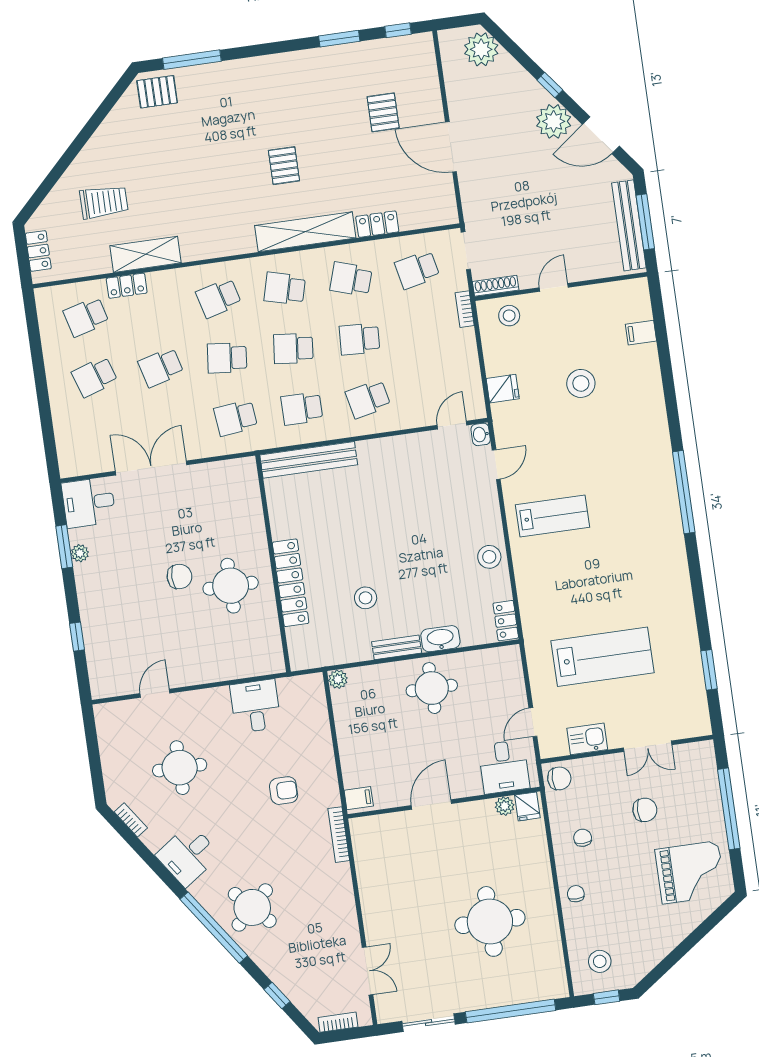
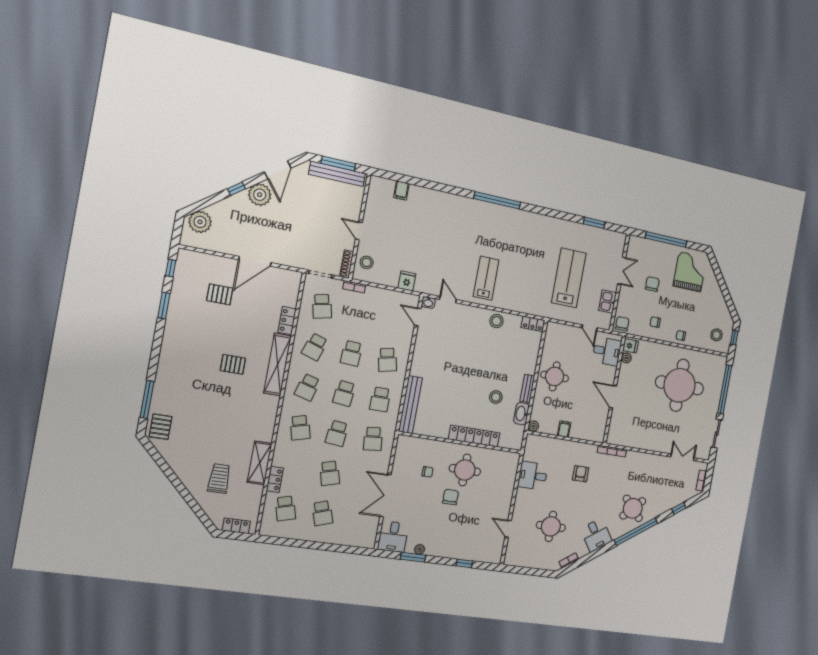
stool: (581, 383) -> (419, 235), removed
chair: (209, 524) -> (428, 472), added
washbasin: (440, 639) -> (521, 414), moved
filing cabinet: (359, 798) -> (564, 429), moved
round table: (490, 921) -> (680, 385), width x1.36, depth x1.36

